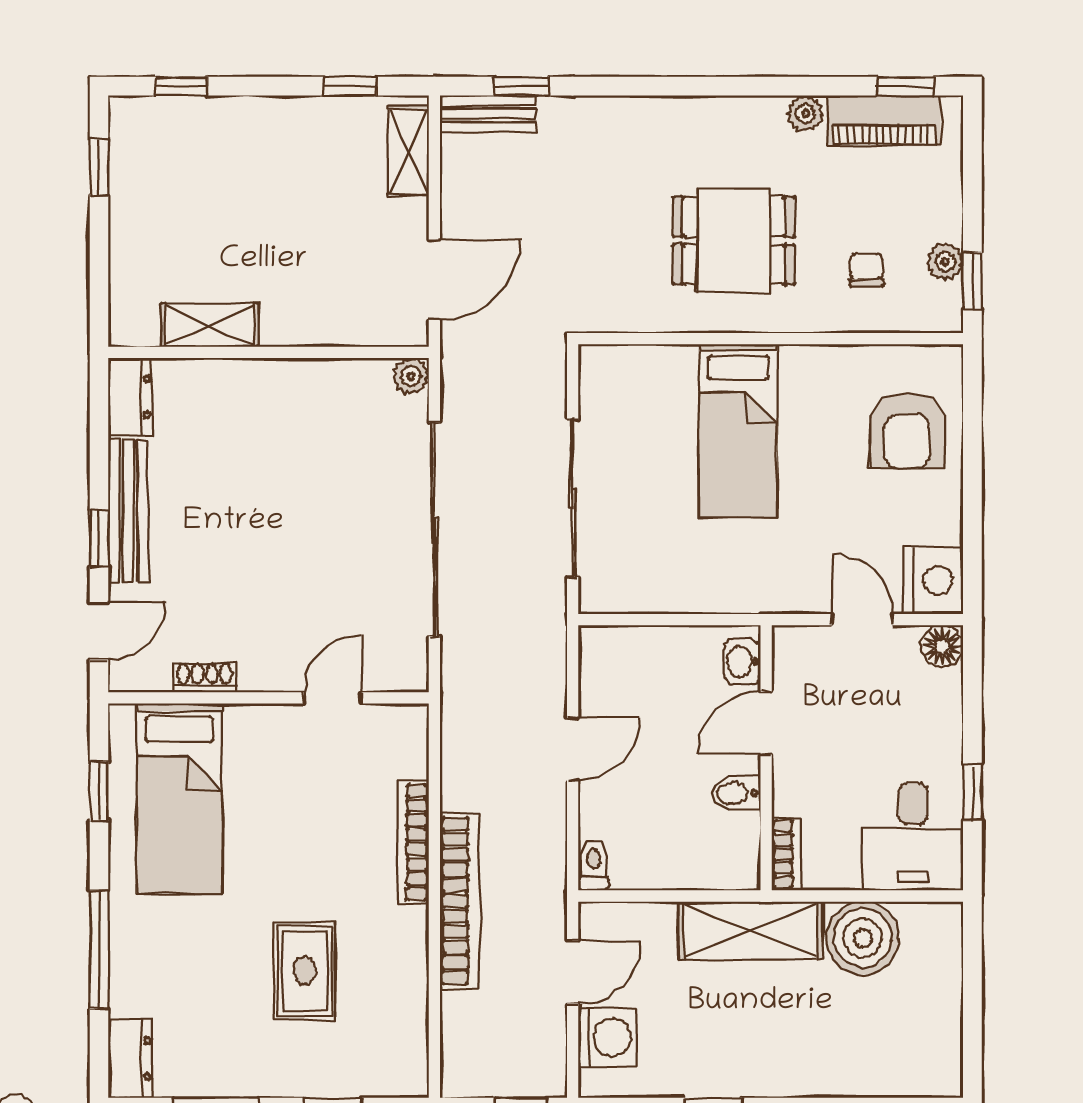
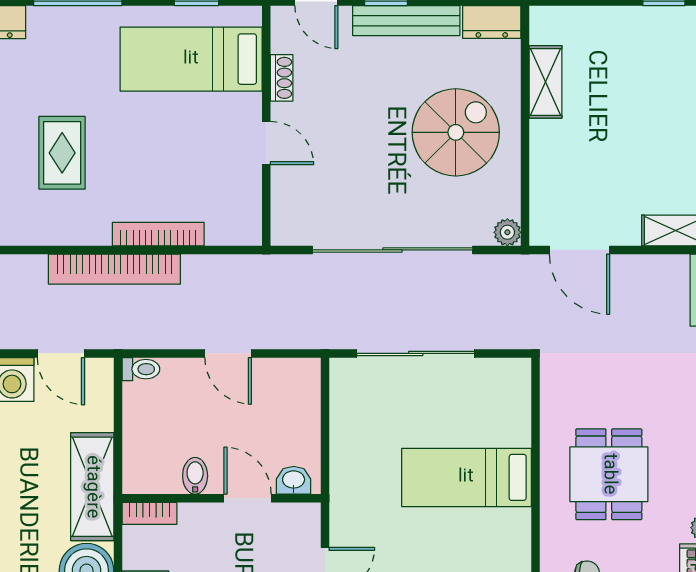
spiral stairs: (277, 445) -> (456, 132), added
door: (333, 698) -> (266, 143), moved
rug: (305, 971) -> (62, 153), turned 90

